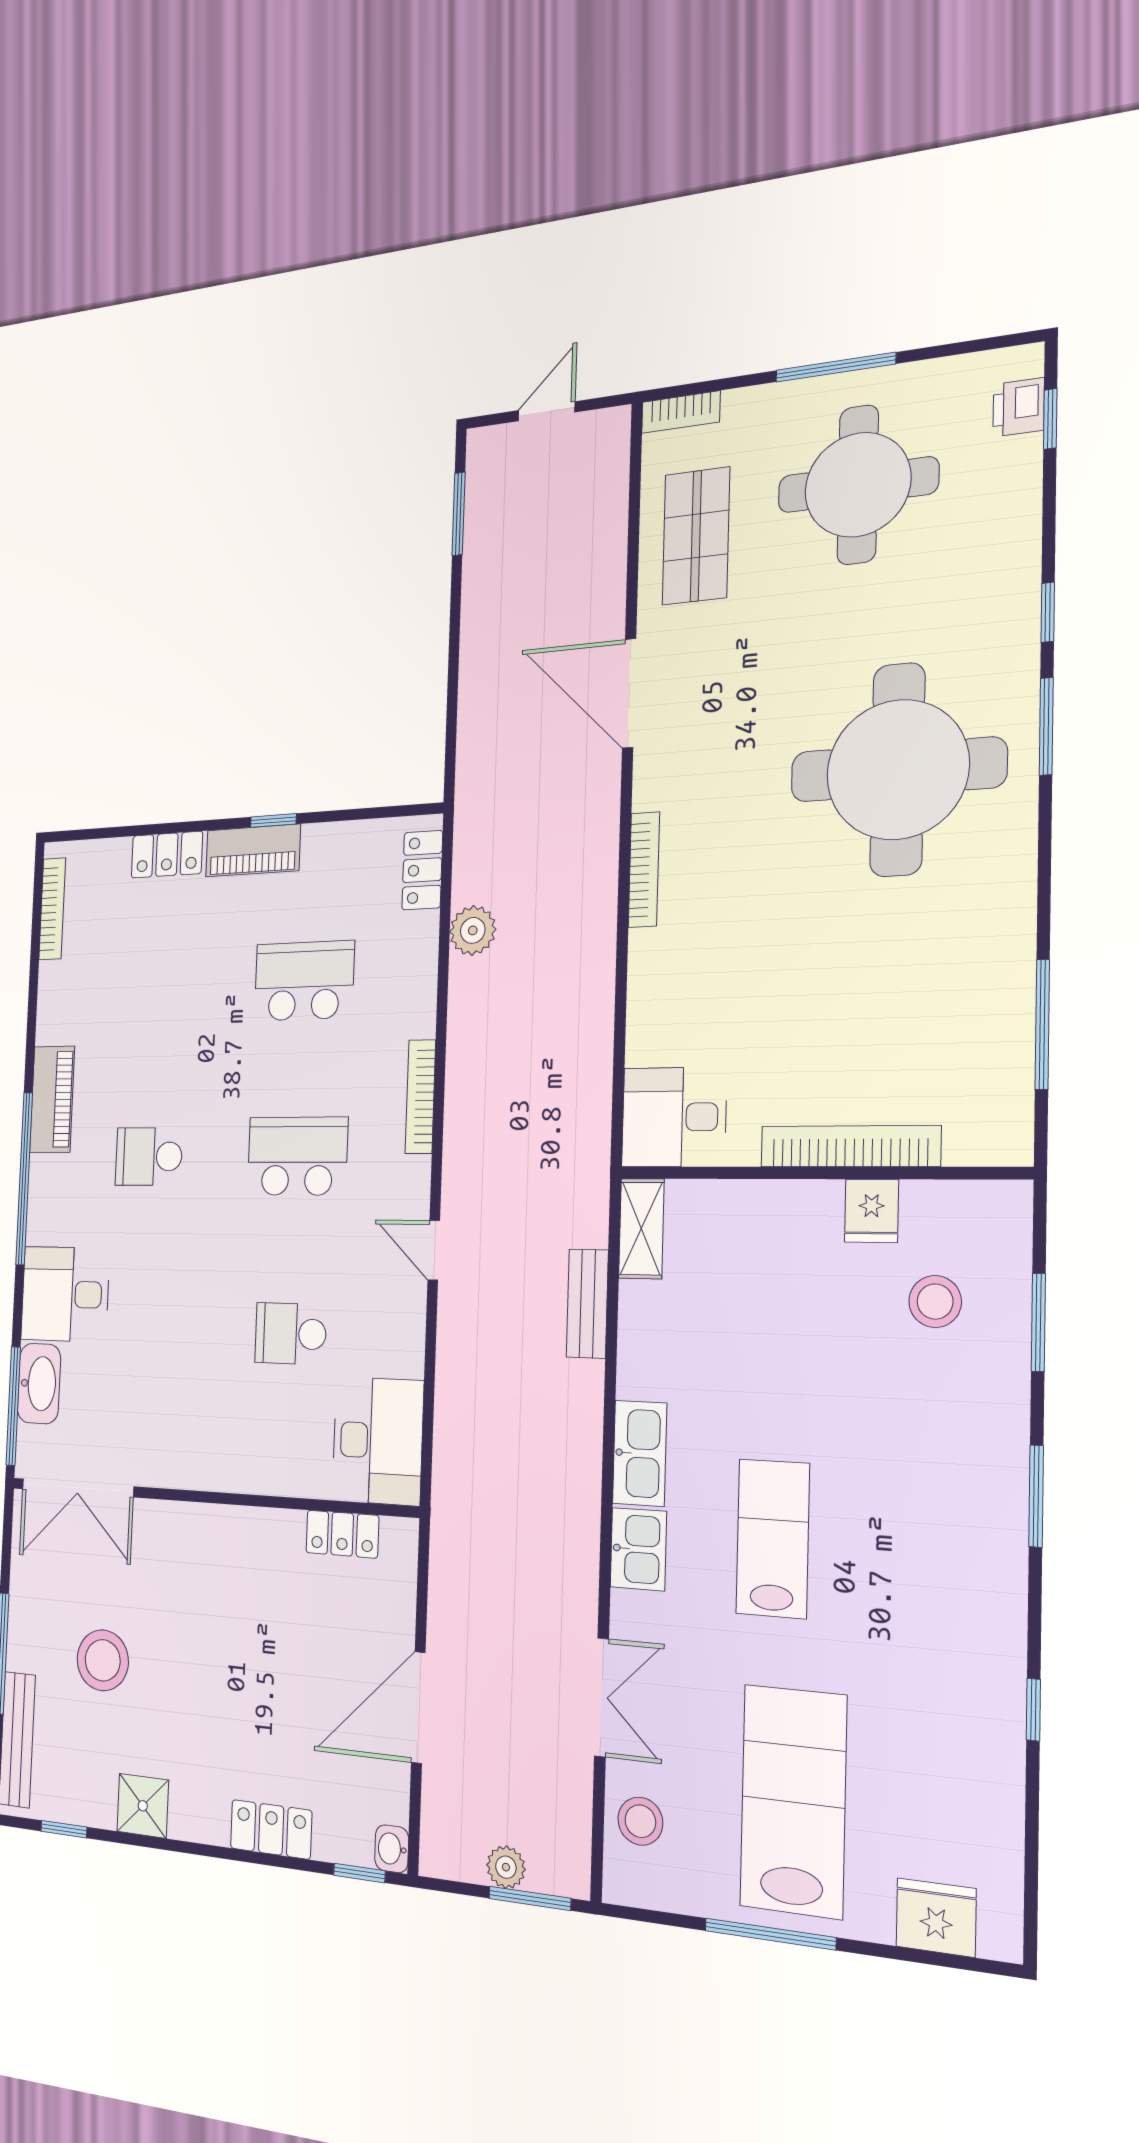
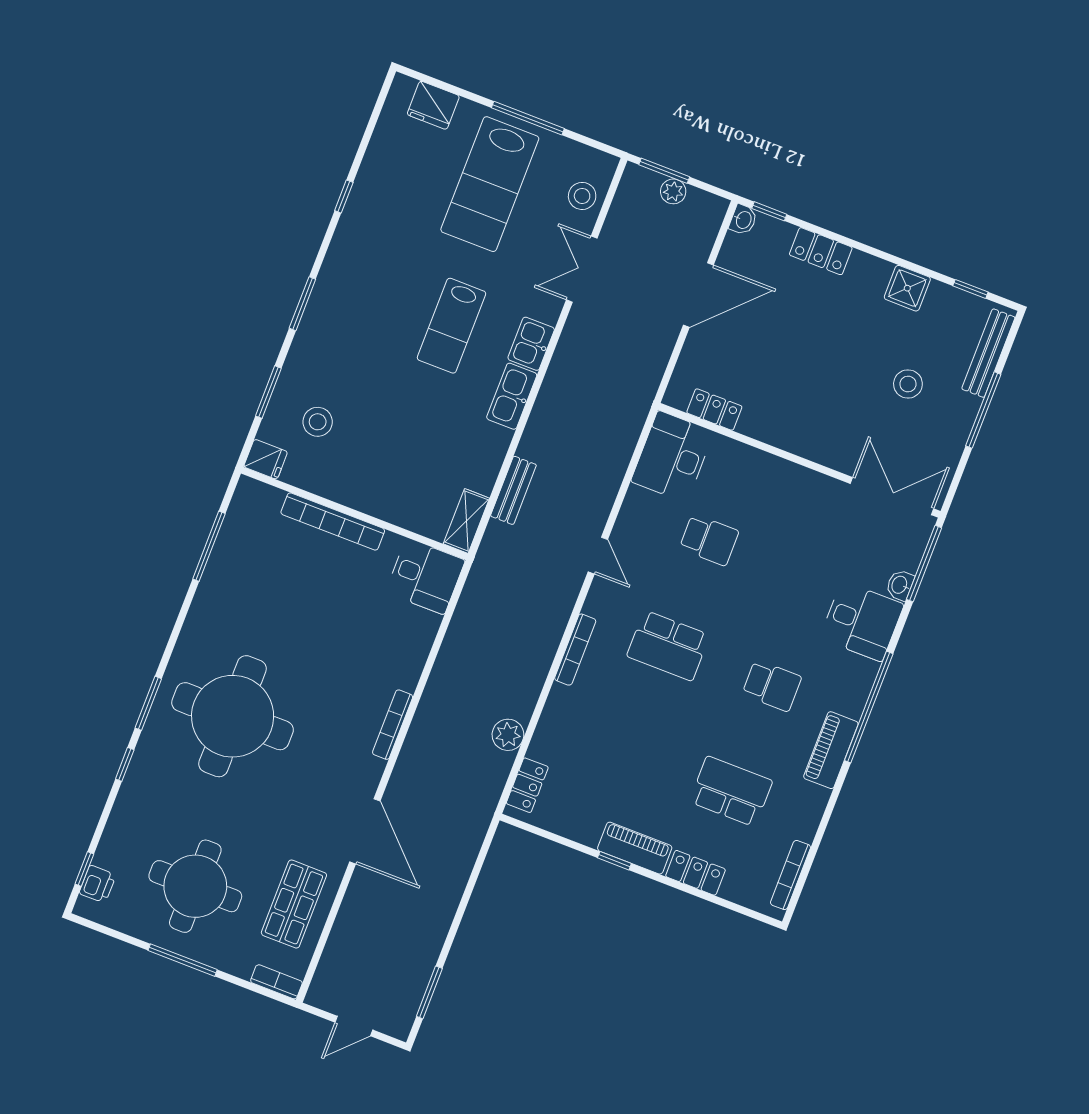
school desk: (304, 981) -> (731, 791), moved, turned 180
fridge: (871, 1211) -> (266, 459), moved, turned 90
washbasin: (39, 1384) -> (900, 585), width x0.52, depth x0.69
stool: (103, 1660) -> (908, 384), width x0.73, depth x0.73

